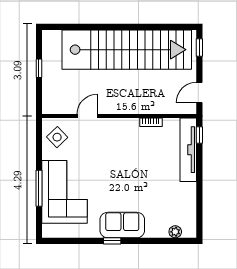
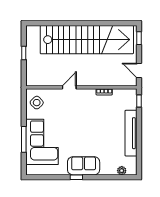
door: (199, 93) -> (139, 71), hinge flipped
door: (87, 116) -> (69, 87), moved
tv unit: (188, 150) -> (131, 133), moved

